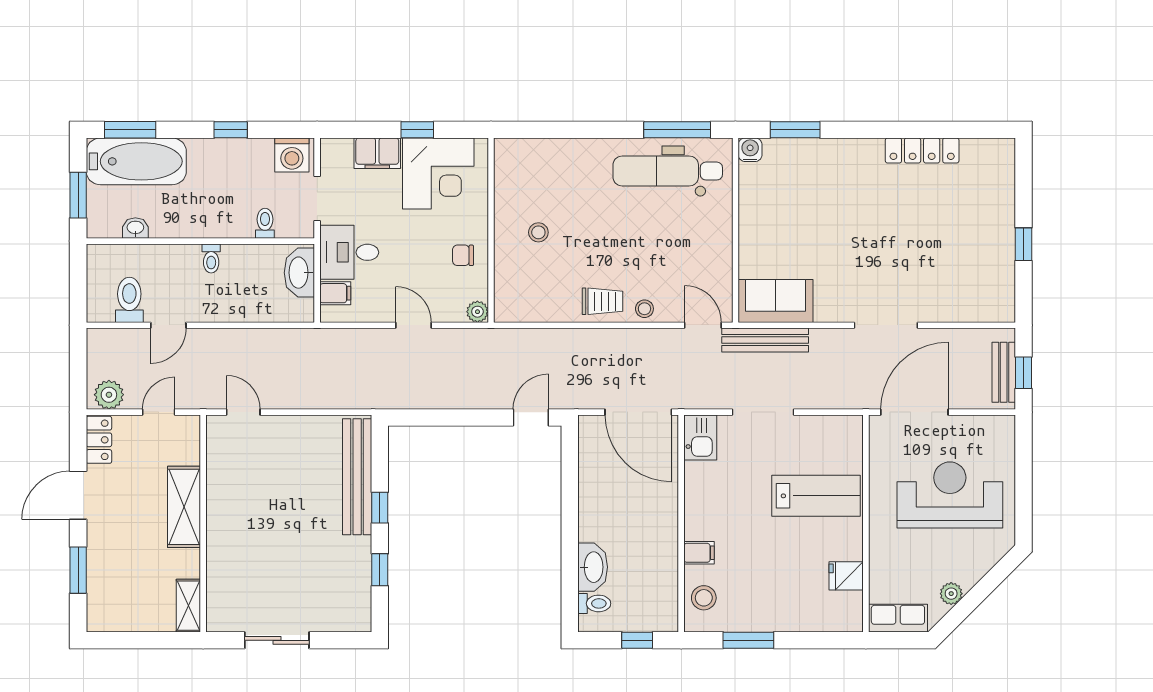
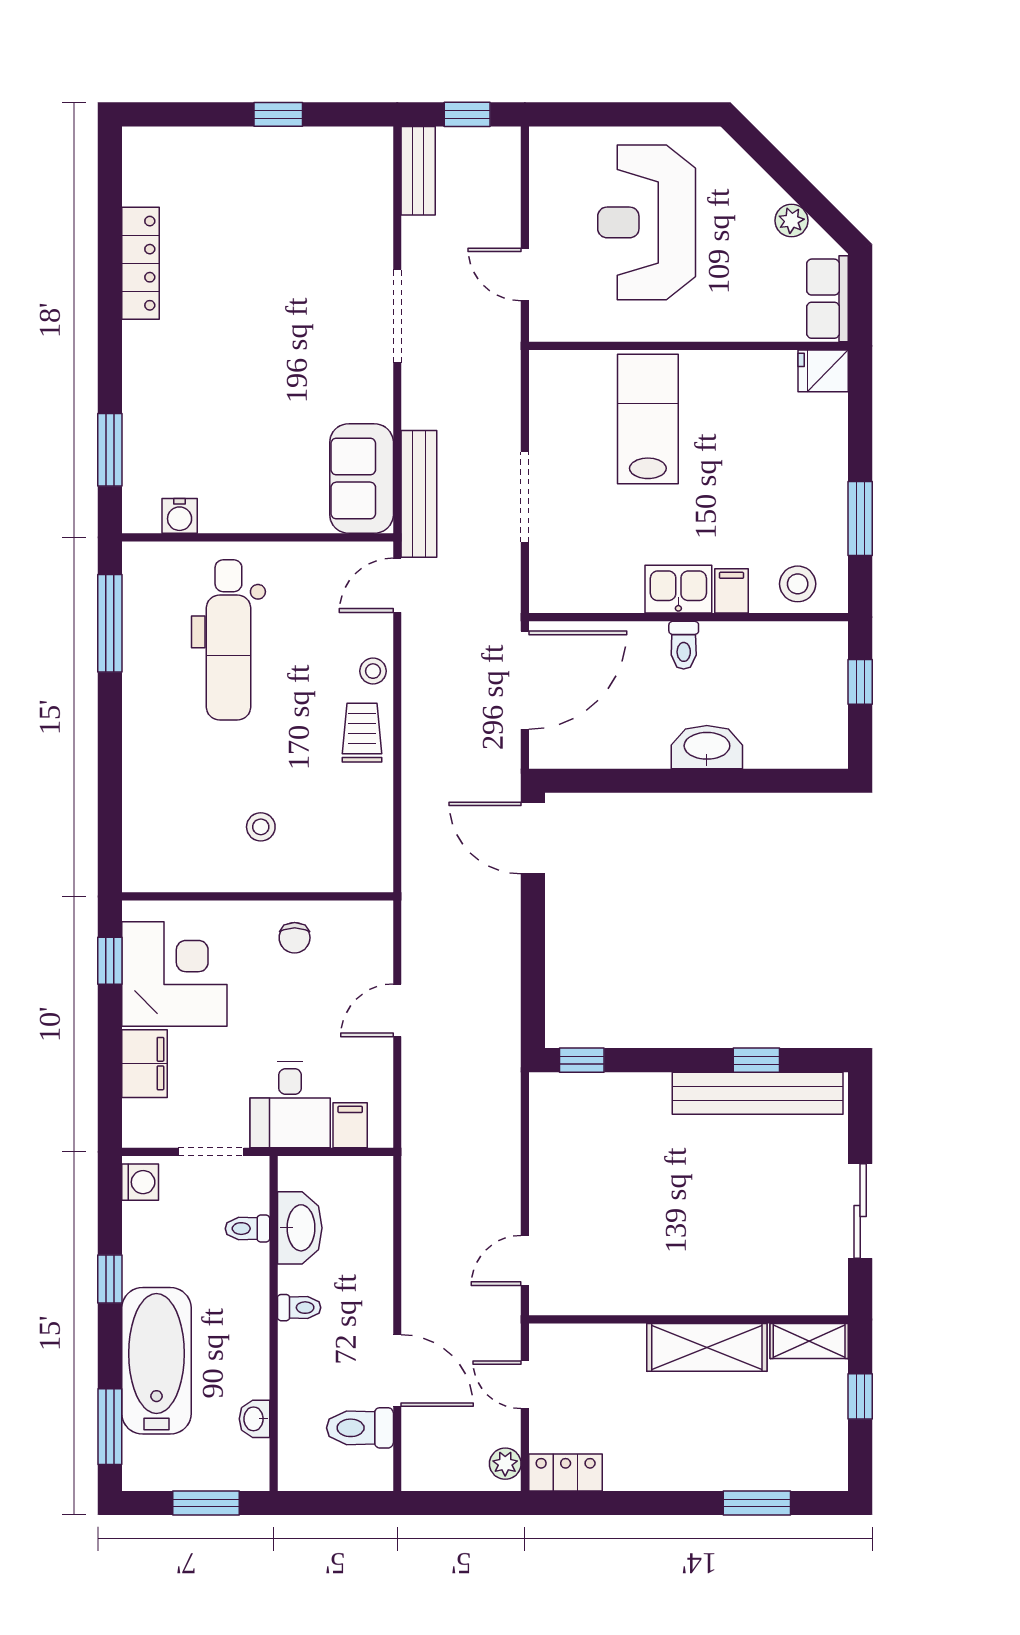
window: (417, 130) -> (110, 961), moved
water cooler: (750, 150) -> (180, 516), moved, turned -90
washing machine: (292, 155) -> (140, 1182), width x0.73, depth x0.73
bathtub: (136, 161) -> (156, 1361), moved
dental chair: (668, 171) -> (228, 640), moved
washbasin: (299, 273) -> (300, 1228), moved, turned -90
plant: (477, 312) -> (377, 916), removed
door: (168, 325) -> (397, 1370), width x1.38
bench: (1004, 372) -> (418, 171), moved, turned 90
plant: (109, 395) -> (505, 1464), width x0.73, depth x0.73
door: (914, 412) -> (525, 274), width x0.53
door: (531, 418) -> (533, 838), width x1.38
kitchen sink: (700, 437) -> (678, 589), moved
bench: (357, 477) -> (758, 1093), moved
door: (78, 495) -> (647, 1503), removed
shelving: (184, 507) -> (707, 1347), moved
window: (380, 508) -> (582, 1060), moved
washbasin: (593, 567) -> (707, 747), moved
fridge: (846, 576) -> (823, 371), moved, turned 90
toilet: (594, 603) -> (684, 645), moved, turned 180
window: (151, 640) -> (860, 1396), added

